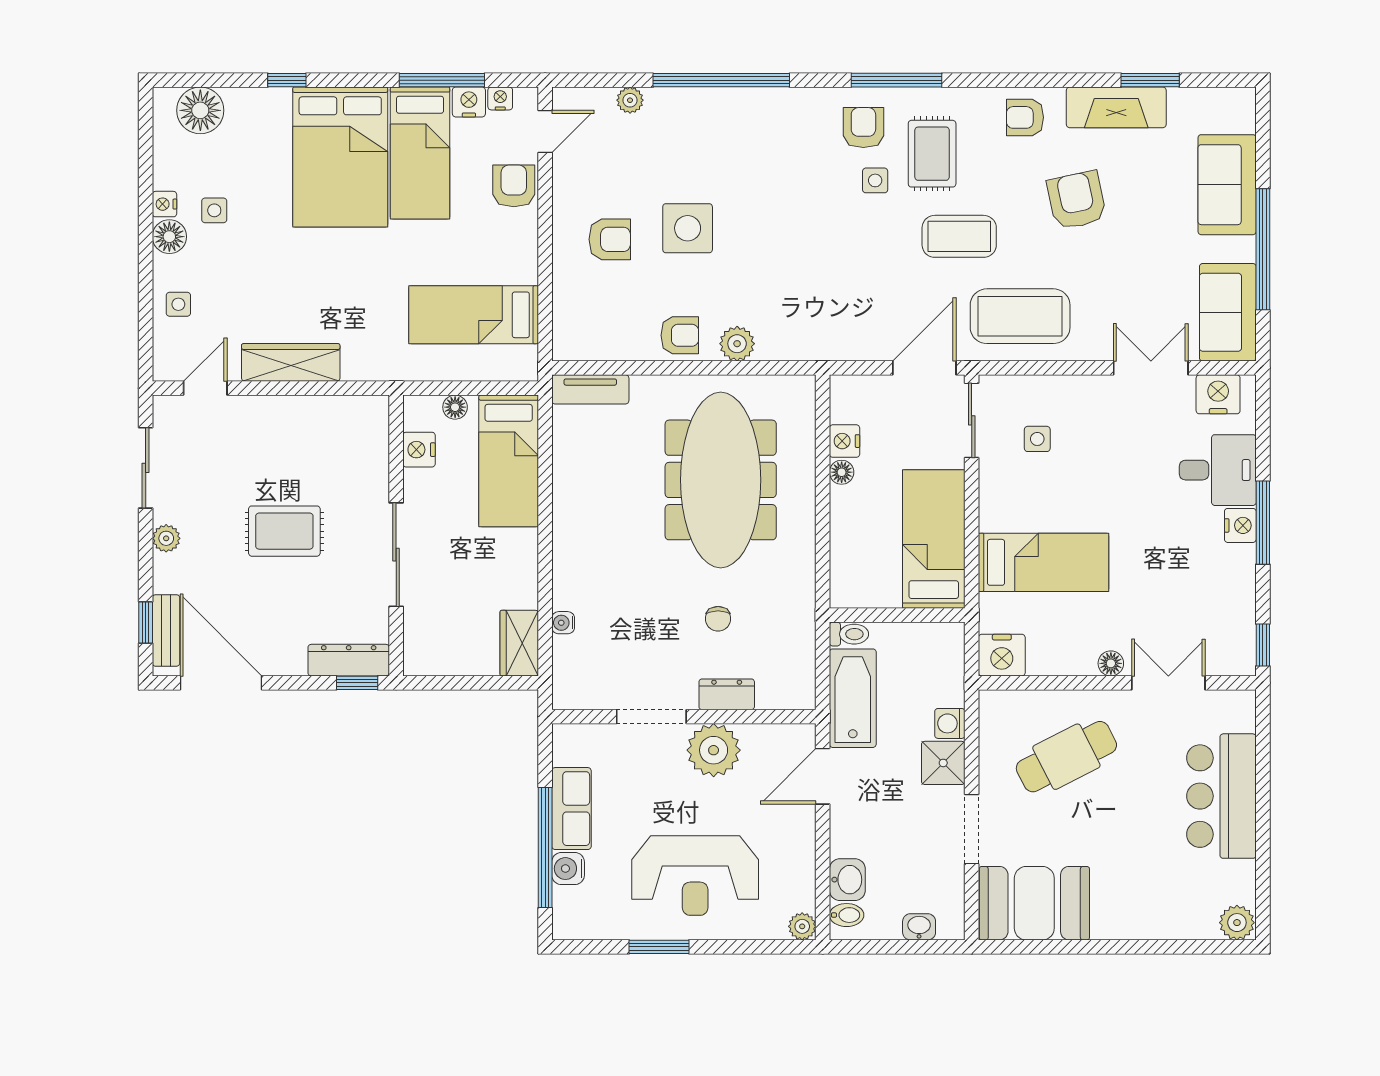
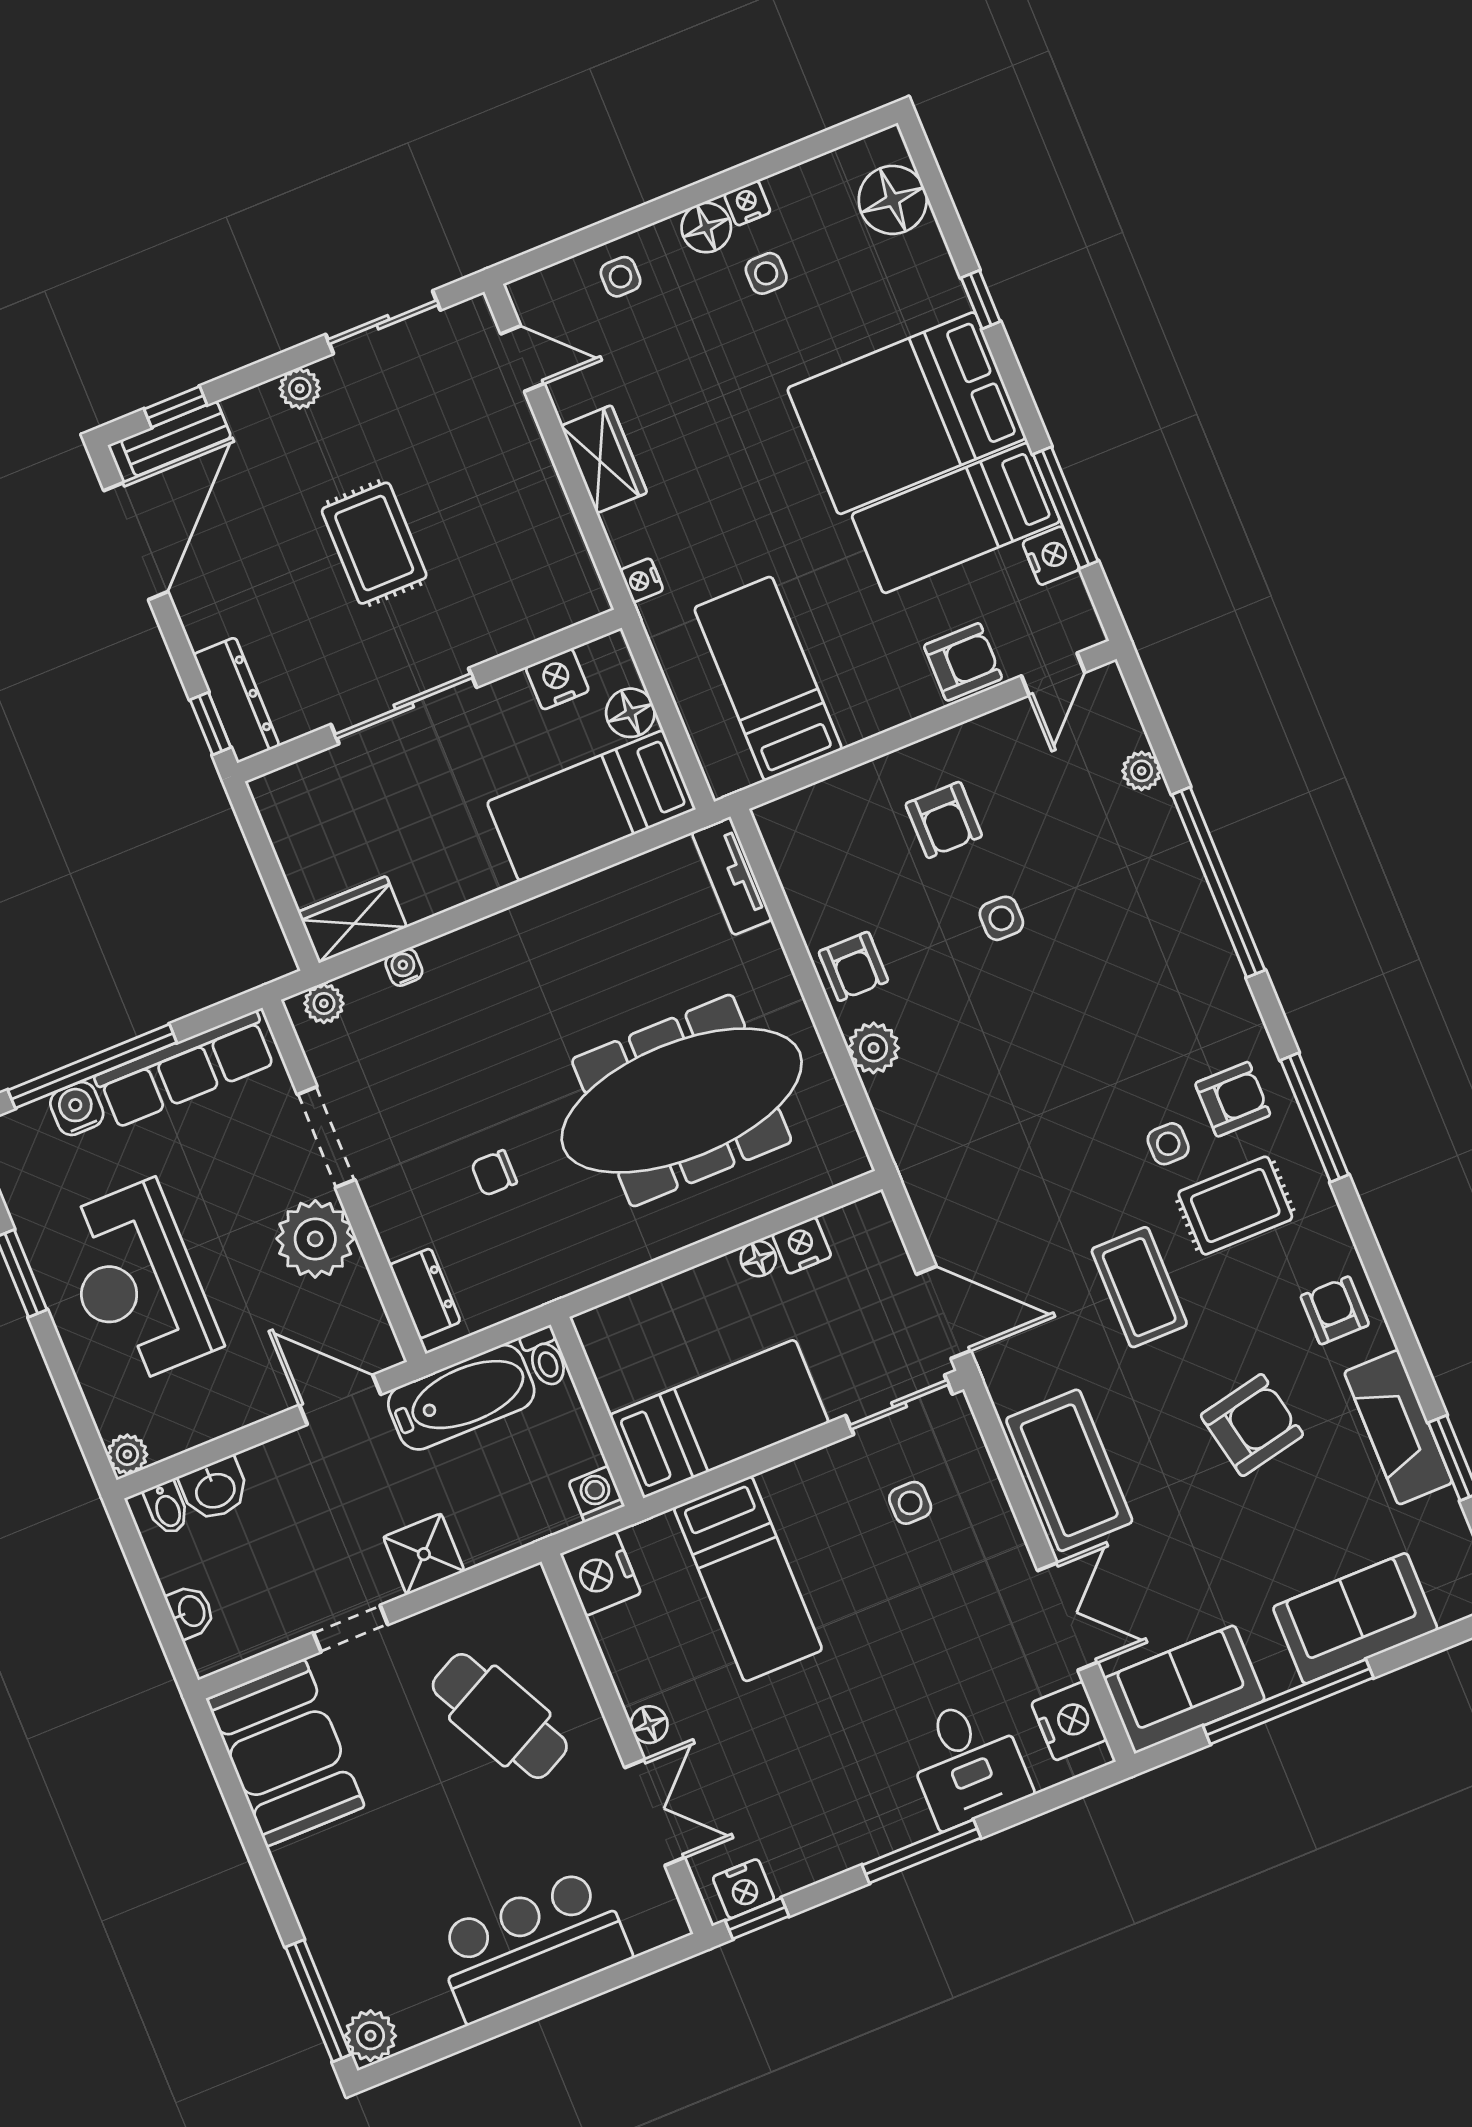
nightstand: (500, 98) -> (642, 580), moved, turned 180
door: (545, 131) -> (1053, 674), hinge flipped
side table: (688, 228) -> (1001, 918), width x0.54, depth x0.54
coffee table: (1020, 316) -> (1069, 1470), moved
wardrobe: (291, 362) -> (604, 459), width x0.67
floor lamp: (455, 407) -> (630, 713), width x1.37, depth x1.37
nightstand: (1240, 525) -> (744, 1889), moved
plant: (565, 683) -> (324, 1003), added
dresser: (727, 694) -> (425, 1293), moved
washing machine: (950, 723) -> (597, 1494), moved
row of seats: (571, 809) -> (185, 1070), width x1.48
doorway: (972, 829) -> (351, 1629), width x0.73
window: (1201, 947) -> (318, 2001), added

